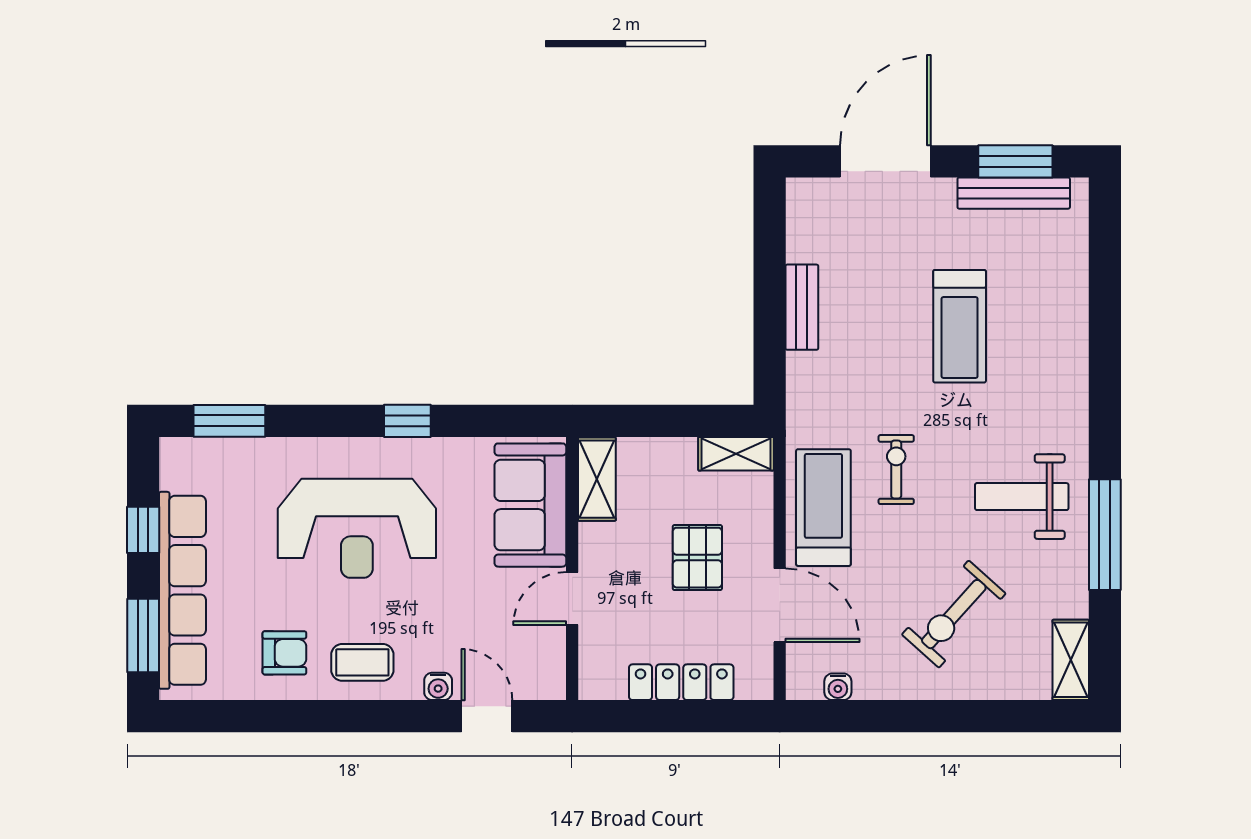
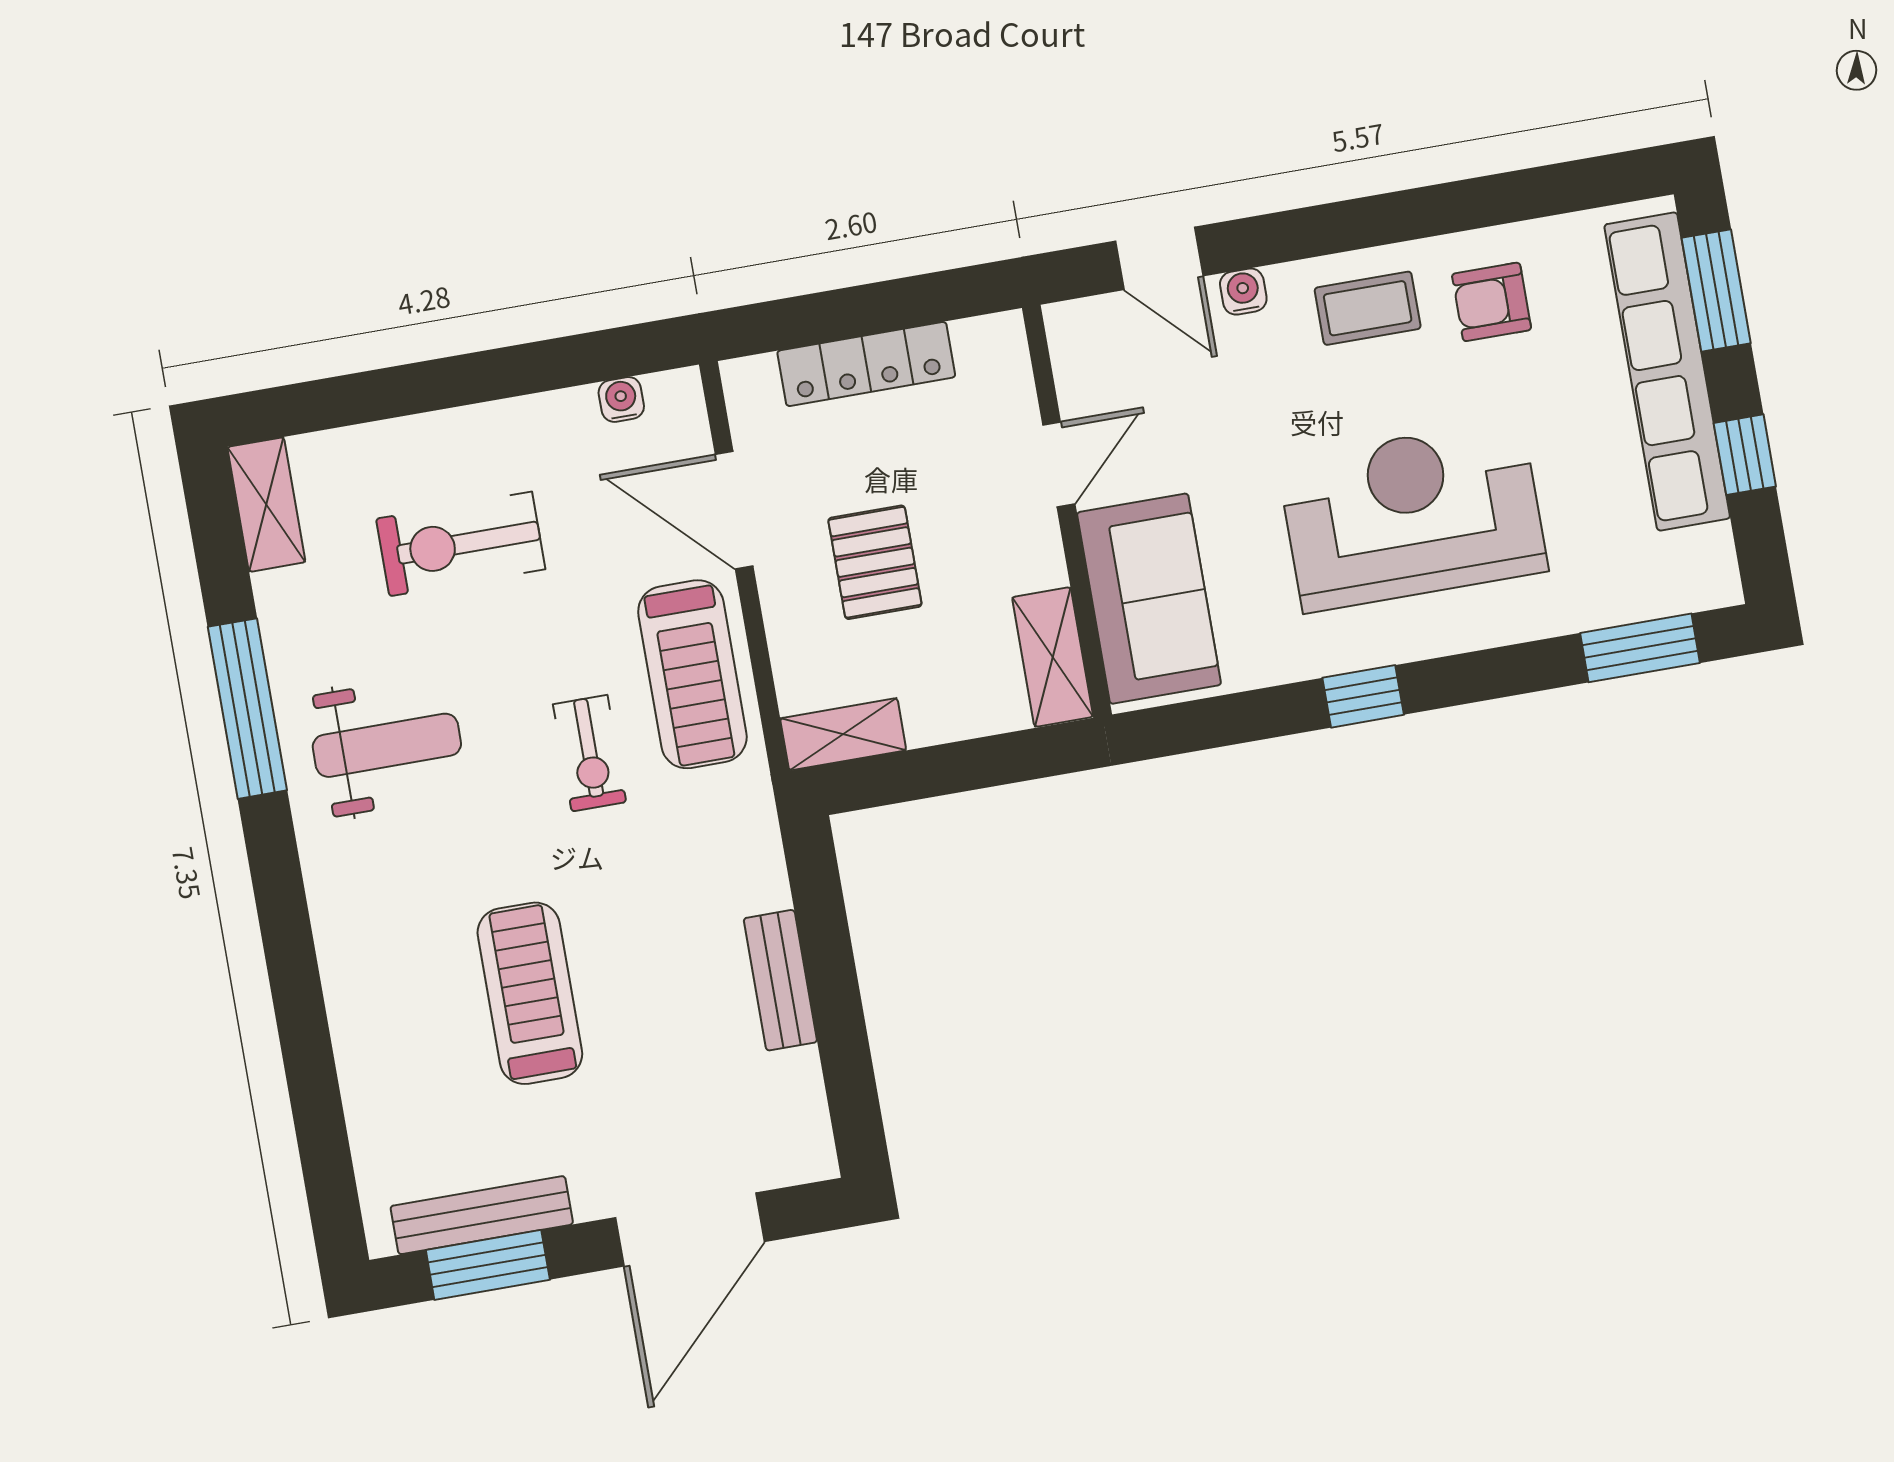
exercise bike: (954, 614) -> (461, 544), turned -132

